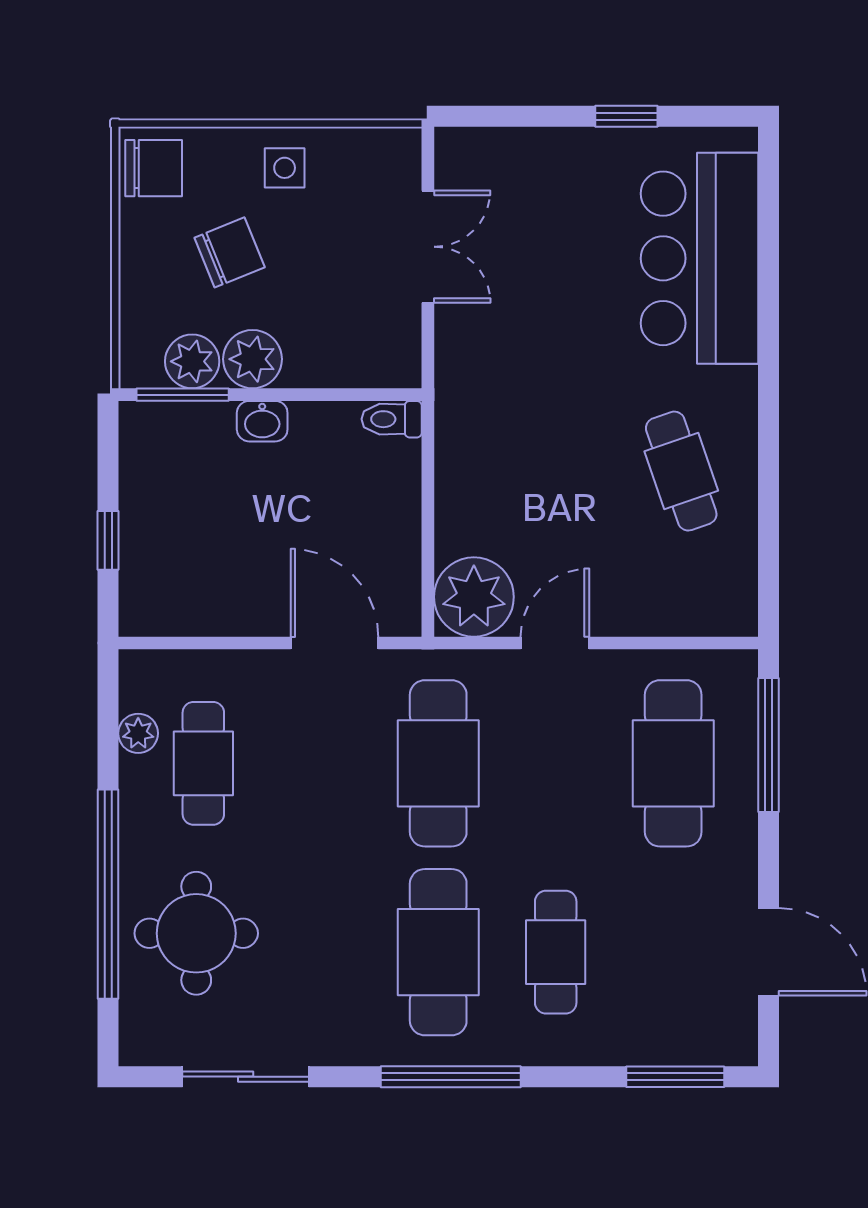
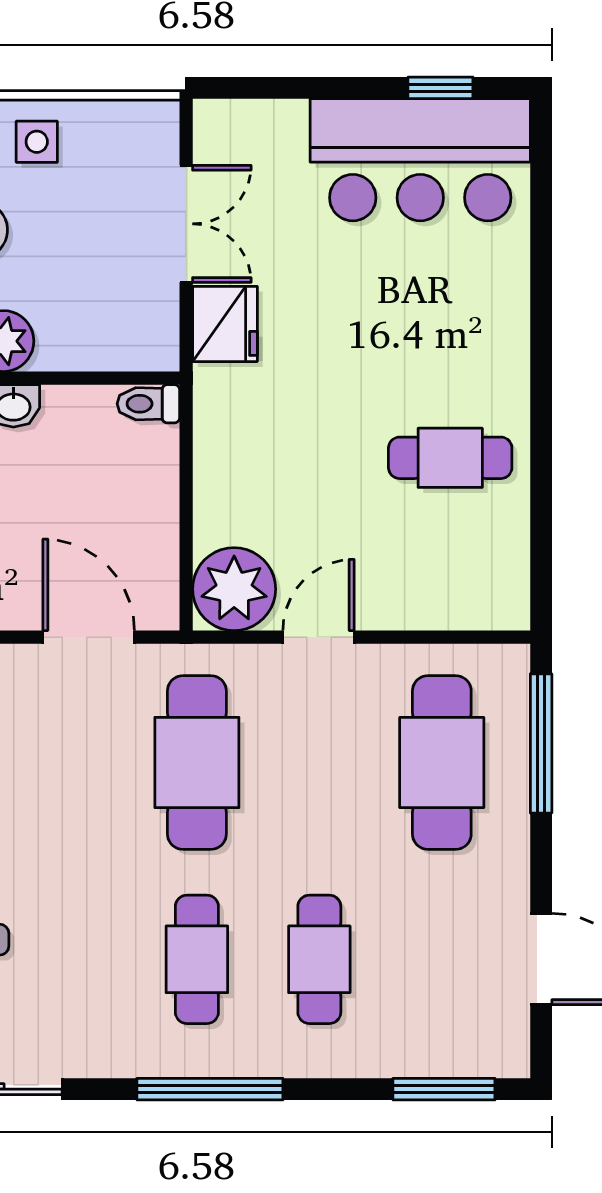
window: (626, 116) -> (440, 88), moved
bar counter: (699, 258) -> (420, 160), moved, turned -90
fridge: (465, 343) -> (225, 324), added
cafe table: (681, 471) -> (450, 458), turned -71
cafe table: (438, 952) -> (197, 959), width x0.73, depth x0.74

